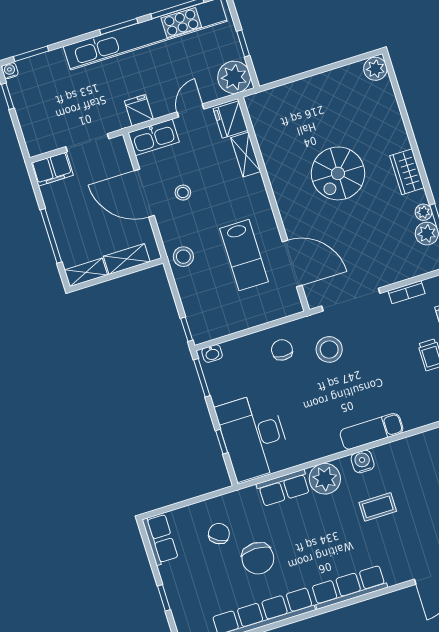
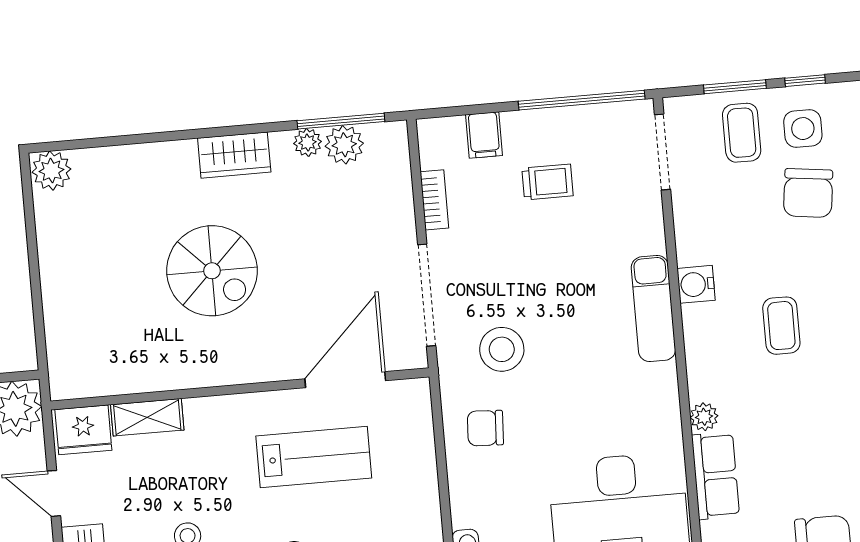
water cooler: (363, 462) -> (696, 284), moved
plant: (325, 479) -> (704, 417), width x0.53, depth x0.53

